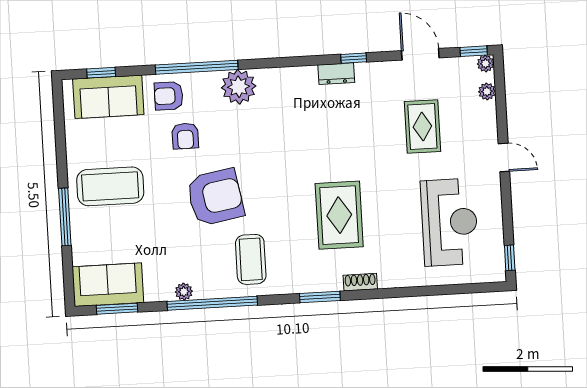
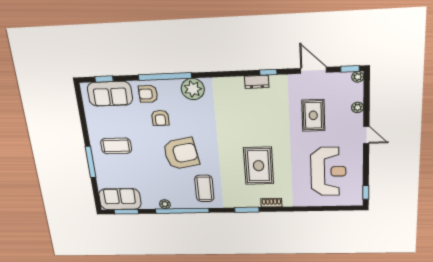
plant: (487, 91) -> (358, 107), moved
coffee table: (110, 186) -> (116, 146), width x0.73, depth x0.76

